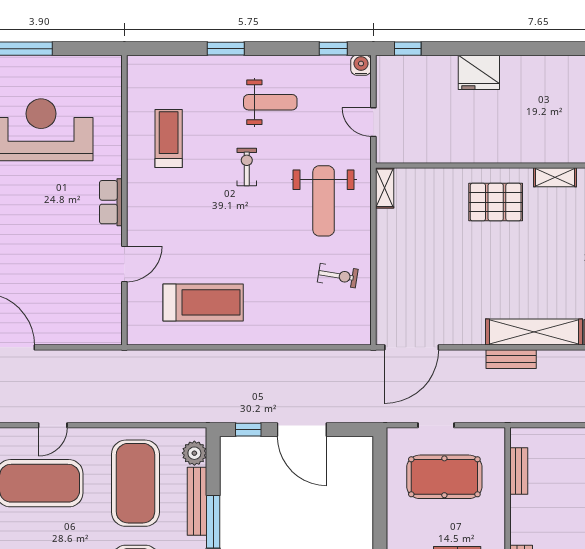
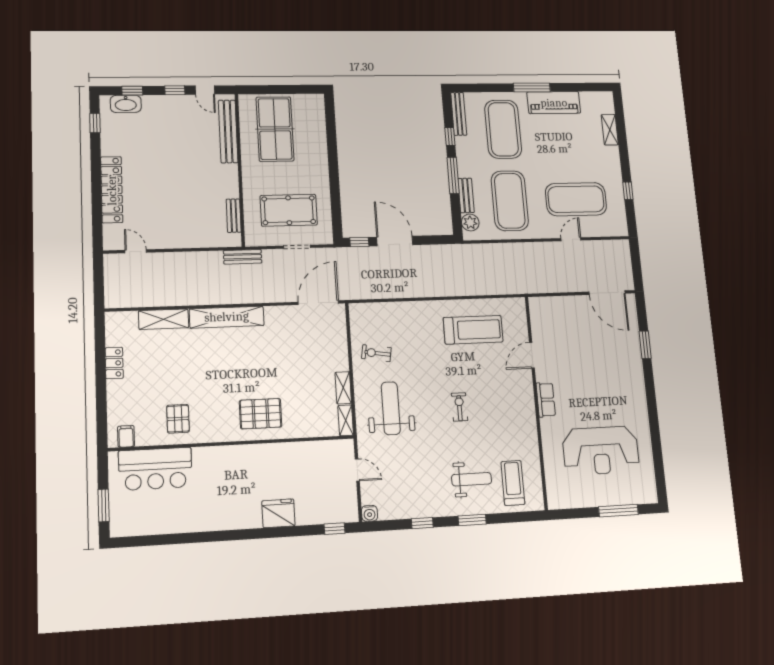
window: (333, 49) -> (422, 523), moved
weight bench: (270, 102) -> (472, 479), moved, turned 180
treadmill: (169, 138) -> (513, 483), moved, turned 180
exercise bike: (247, 167) -> (459, 407), moved, turned 180
shelving: (555, 177) -> (343, 388), moved, turned 90
treadmill: (203, 302) -> (473, 330), turned 180
bench: (511, 359) -> (243, 257), moved
window: (248, 430) -> (359, 242), moved
bench: (197, 501) -> (466, 195), width x0.73

